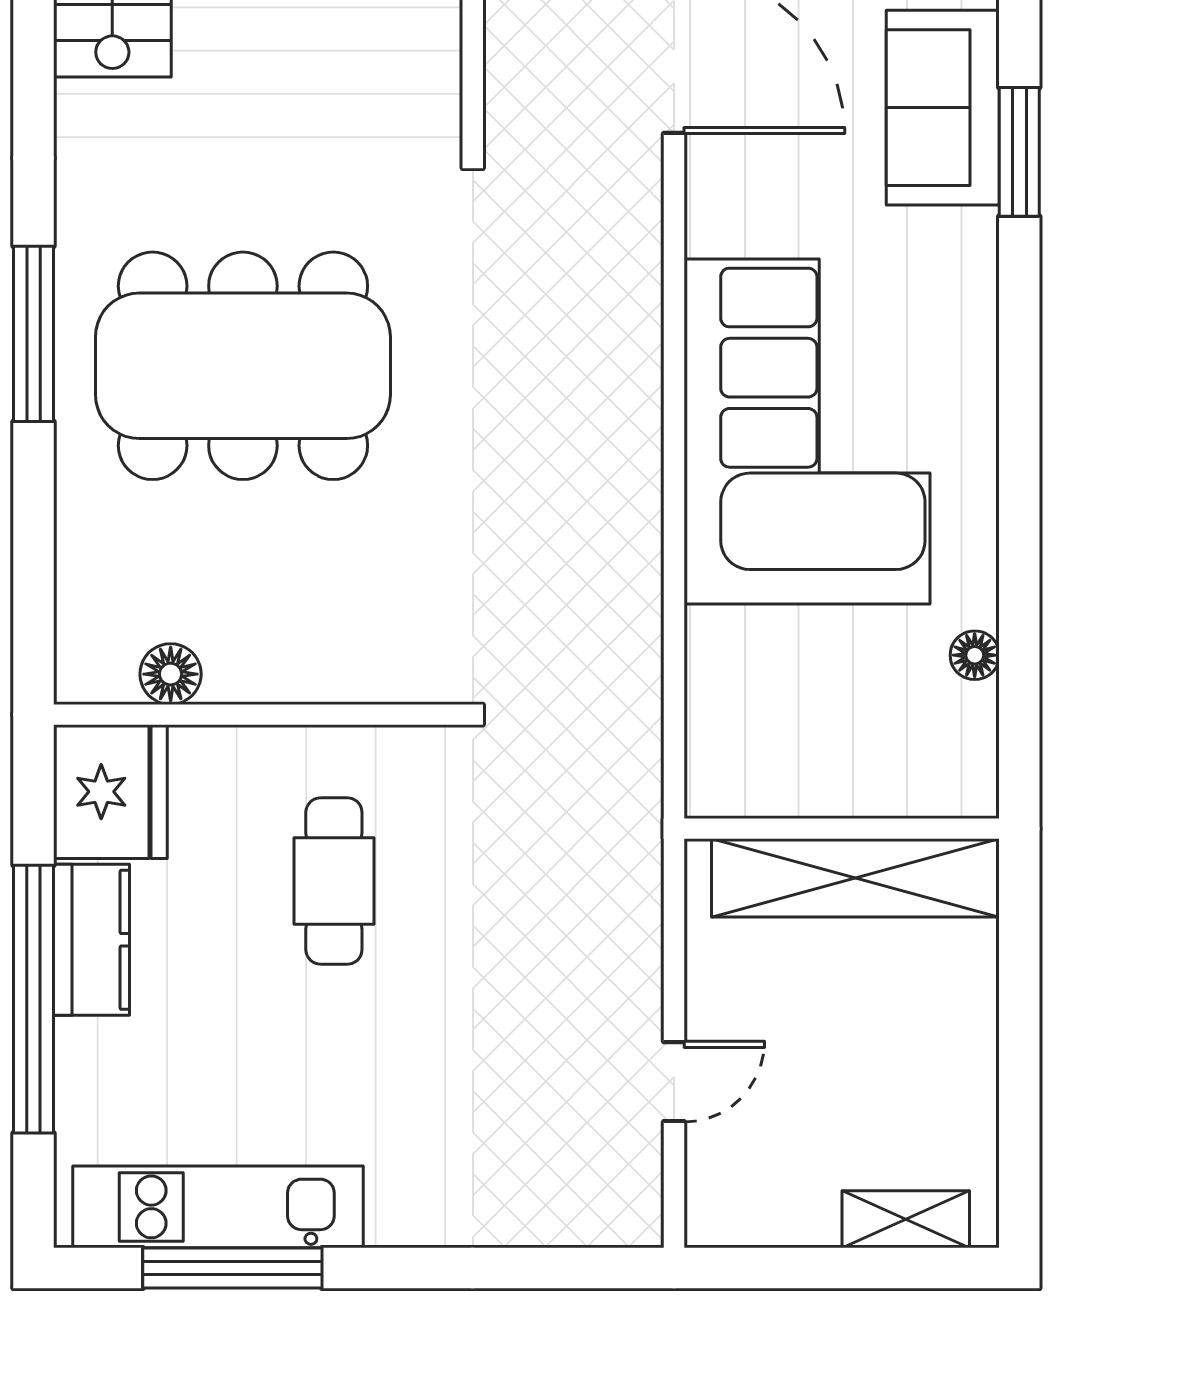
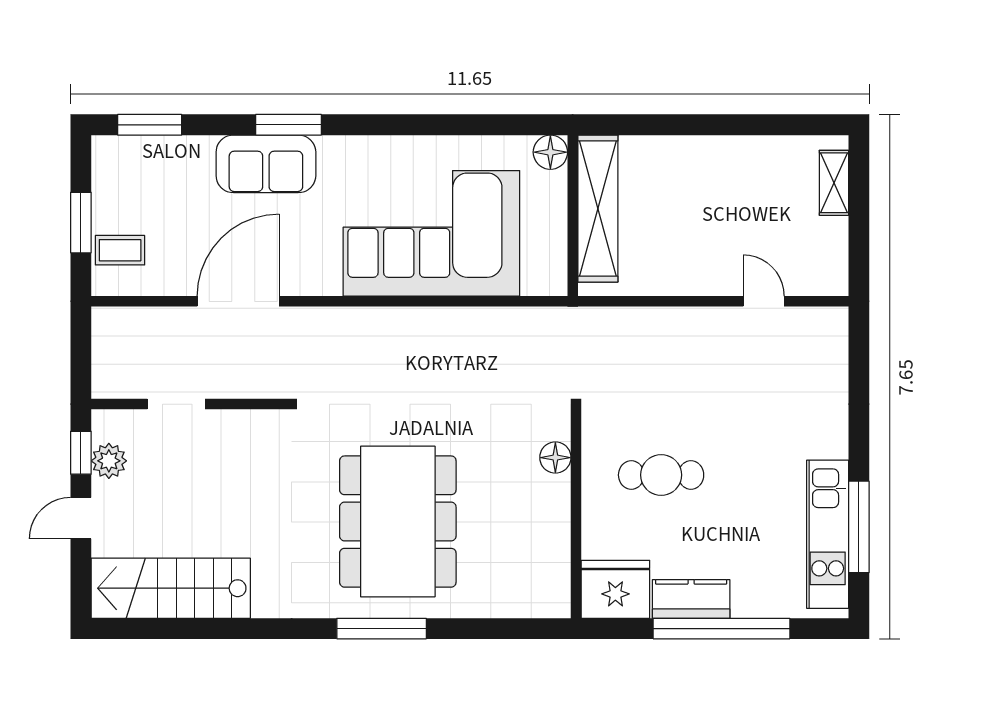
floor lamp: (975, 655) -> (550, 152), width x1.37, depth x1.37
floor lamp: (171, 674) -> (555, 458), moved
wall: (842, 829) -> (573, 216), moved
shelving: (855, 878) -> (598, 209), moved

